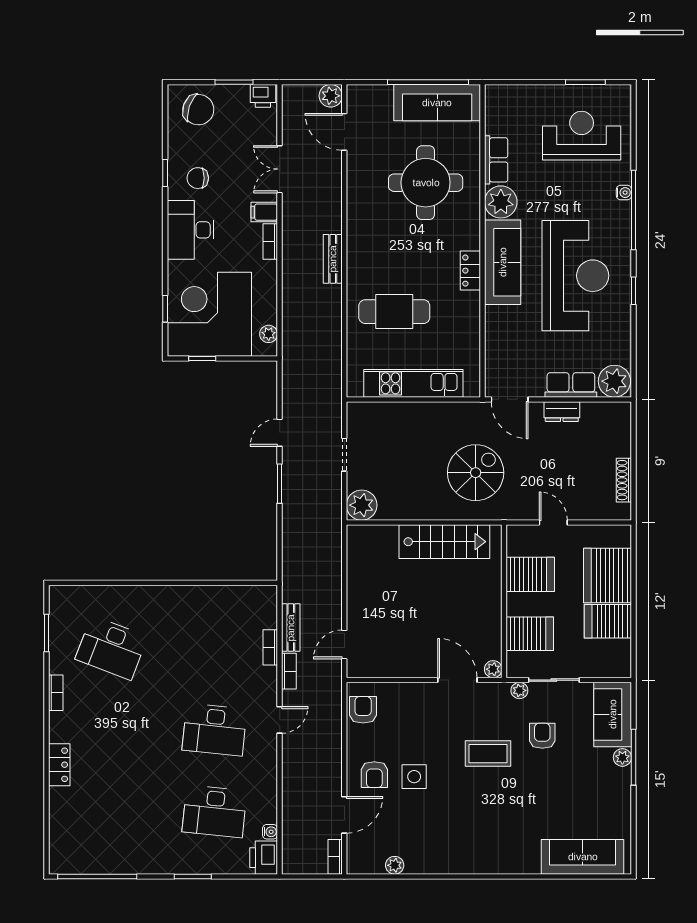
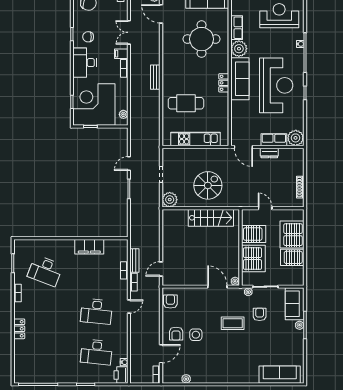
spiral stairs: (476, 473) -> (208, 185), moved
filing cabinet: (200, 600) -> (89, 247), added
server rack: (530, 634) -> (253, 259), width x1.60

